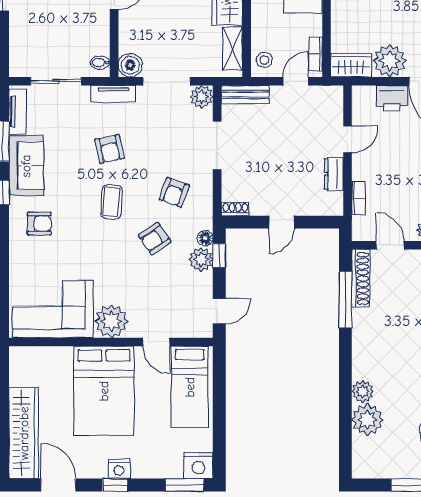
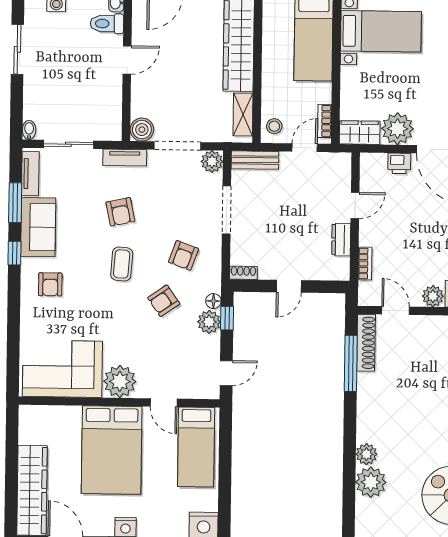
bidet: (100, 63) -> (29, 130), moved, turned 90
printer: (392, 98) -> (399, 163), width x0.73, depth x0.81
armchair: (39, 224) -> (50, 284), turned 90

